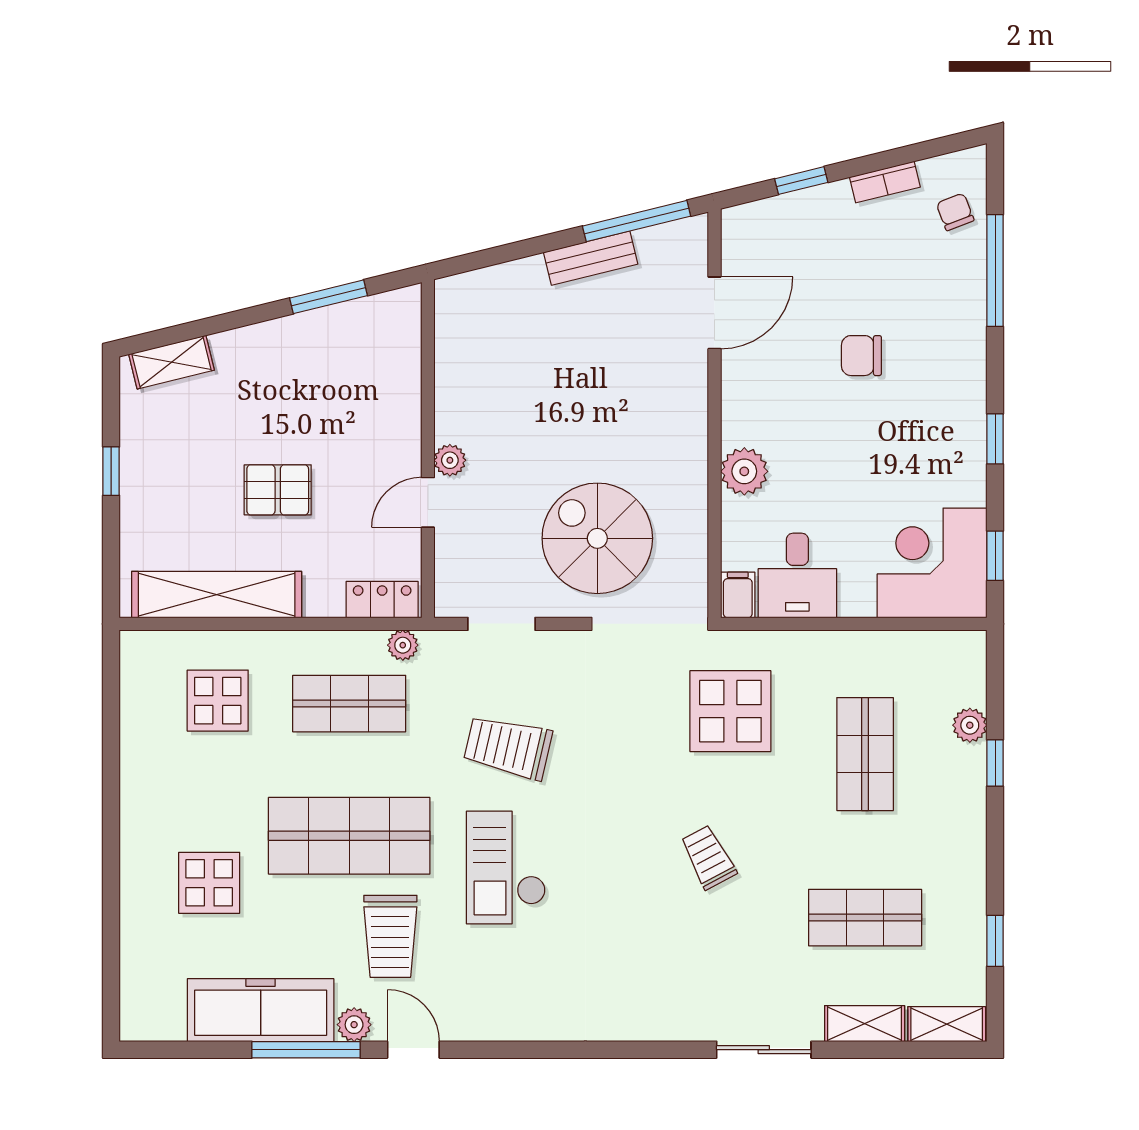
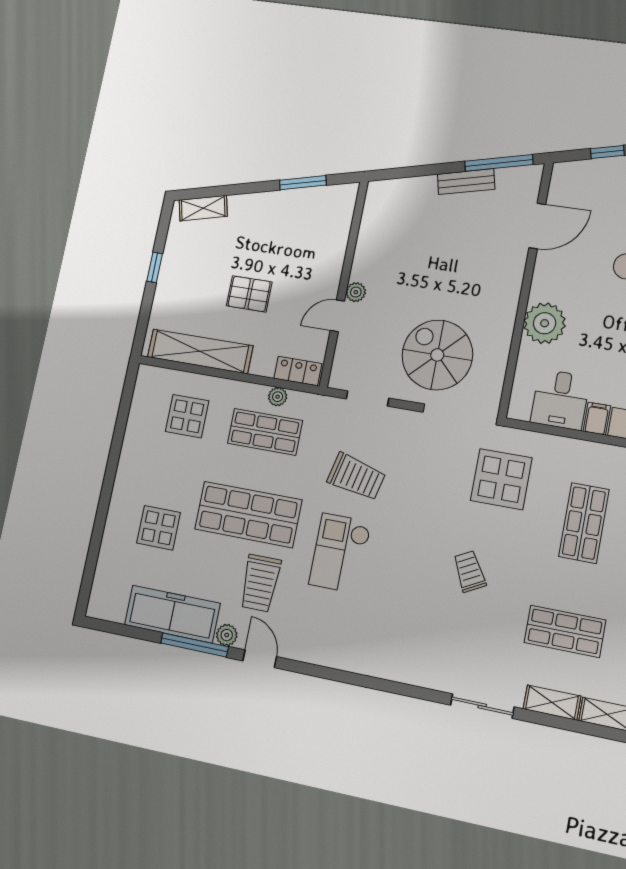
plant: (744, 471) -> (545, 323), width x1.36, depth x1.36
filing cabinet: (738, 595) -> (597, 419), moved
plant: (403, 645) -> (278, 397), moved
trolley: (508, 747) -> (356, 477), turned 180

